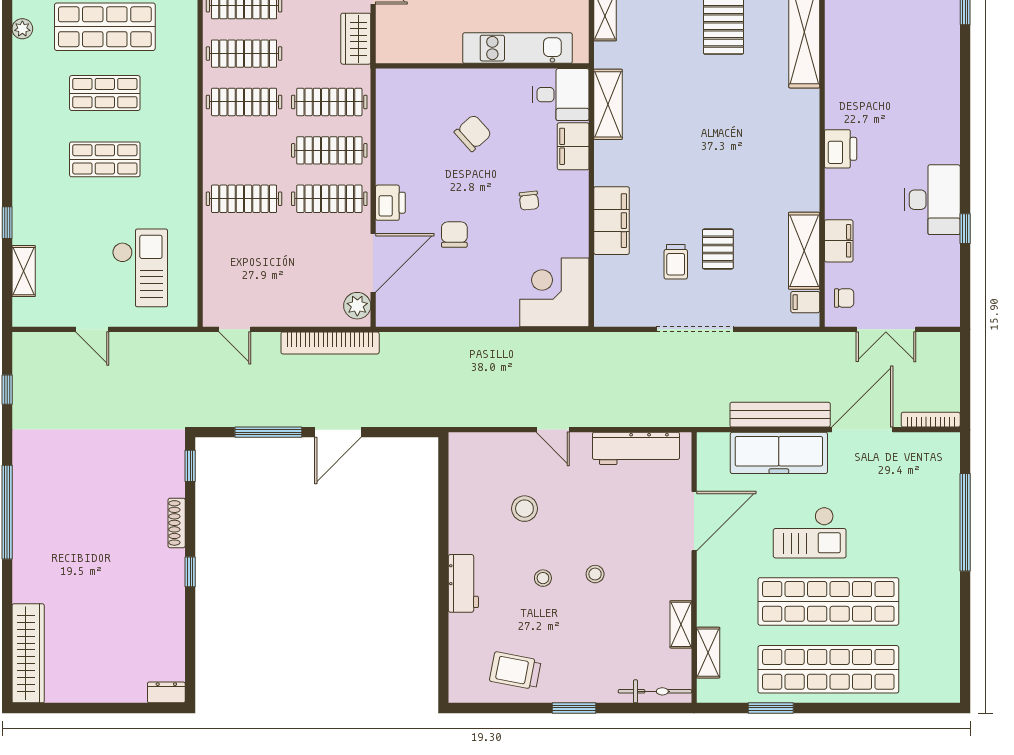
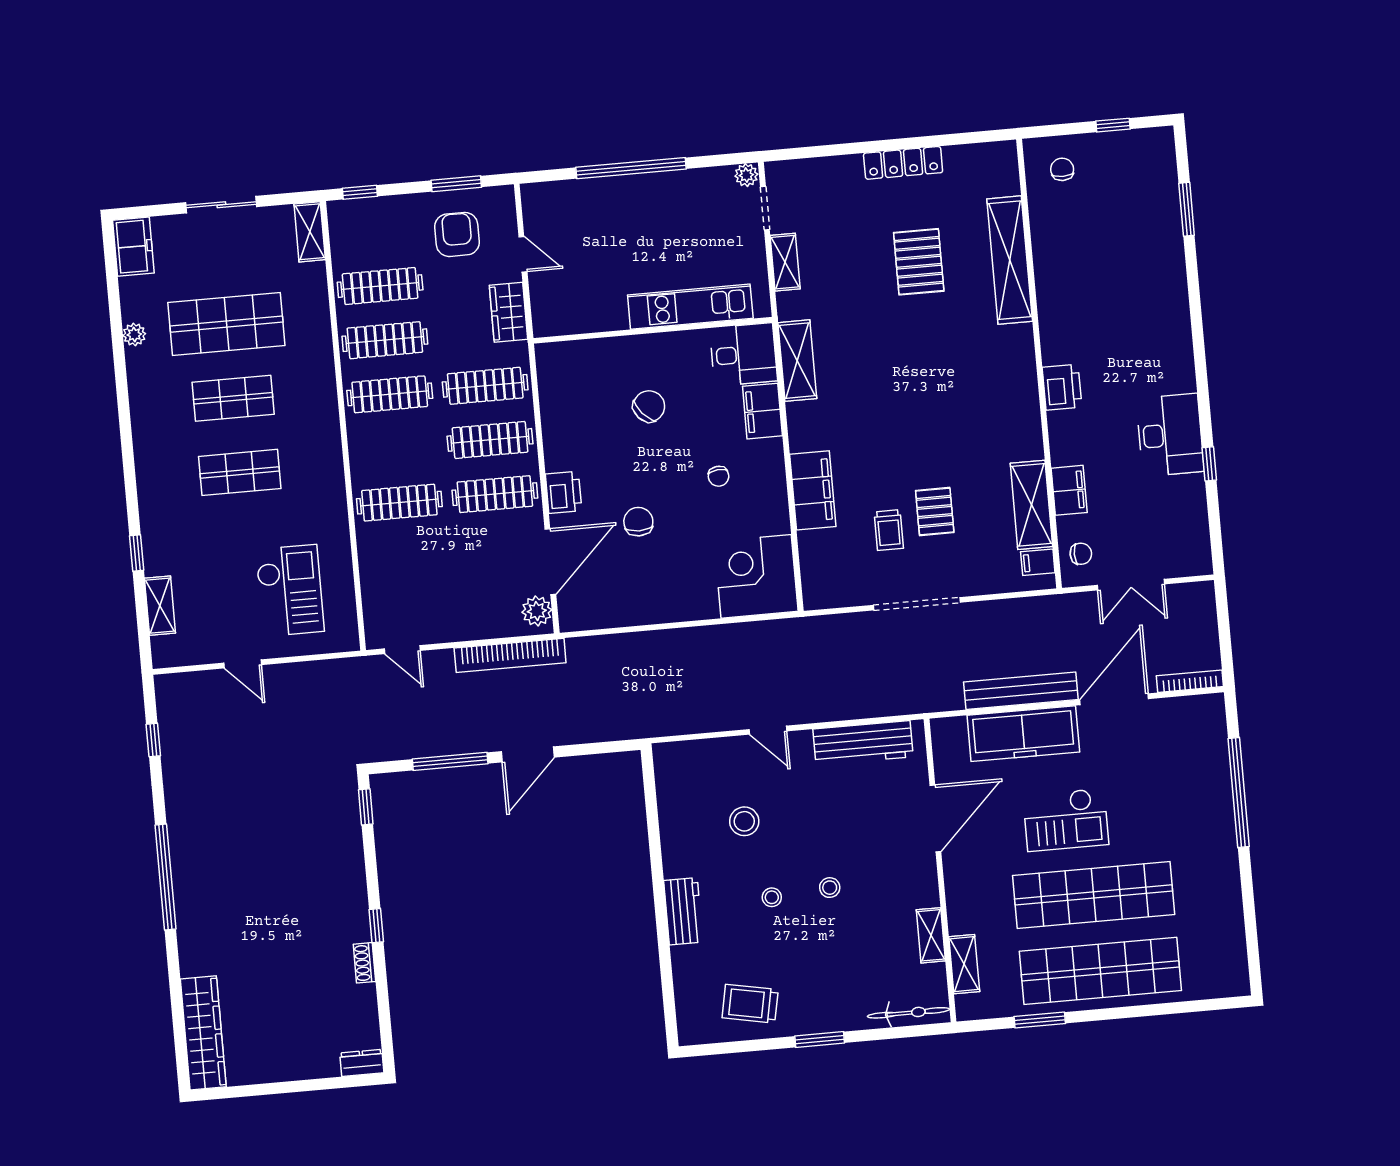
shoe rack: (177, 523) -> (364, 963), moved, width x0.70

